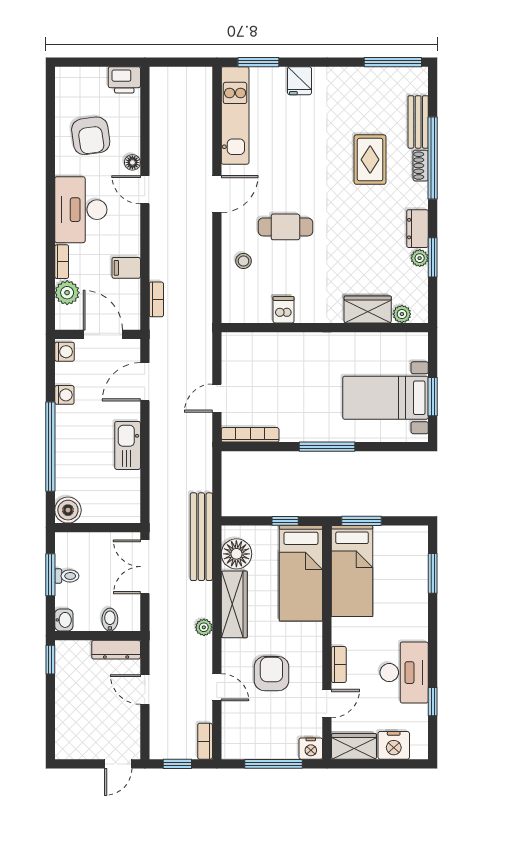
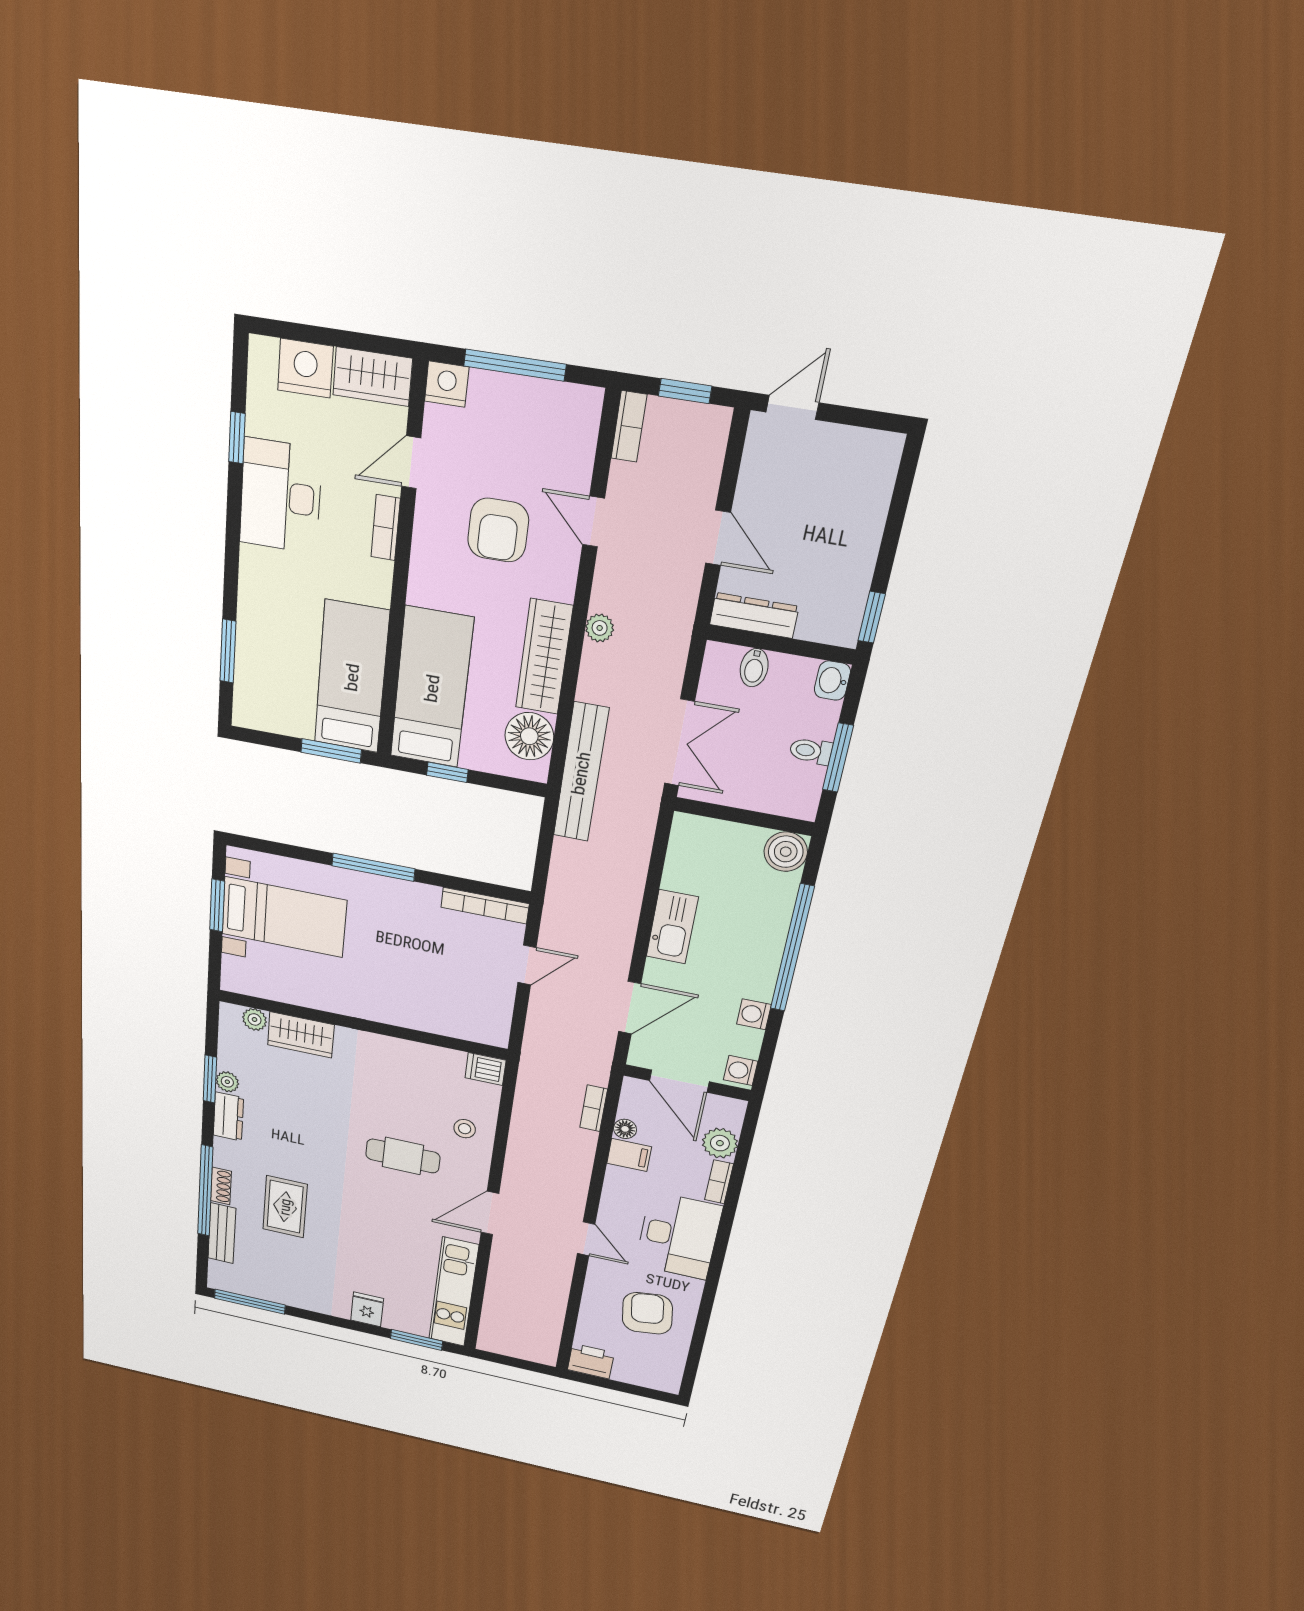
floor lamp: (132, 162) -> (625, 1129), moved
dishwasher: (284, 310) -> (485, 1069), moved, turned 90

